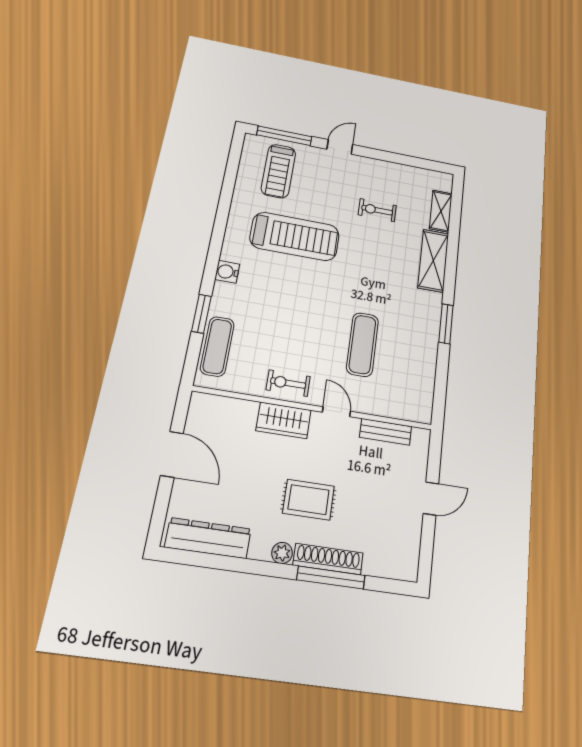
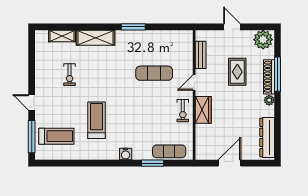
treadmill: (295, 236) -> (97, 120), width x0.73, depth x0.73
rug: (309, 500) -> (237, 72), moved
plant: (401, 557) -> (263, 40), added

